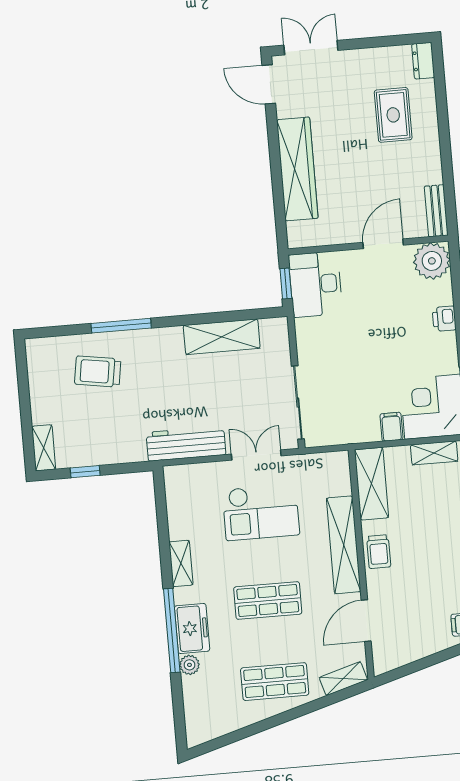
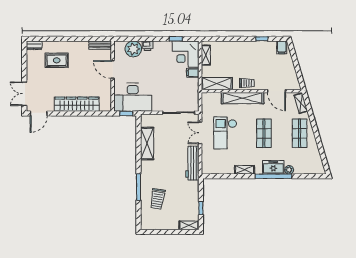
plant: (432, 261) -> (133, 49), moved
desk: (316, 284) -> (133, 97), width x1.36, depth x1.30
checkout: (261, 512) -> (225, 133), turned 180

